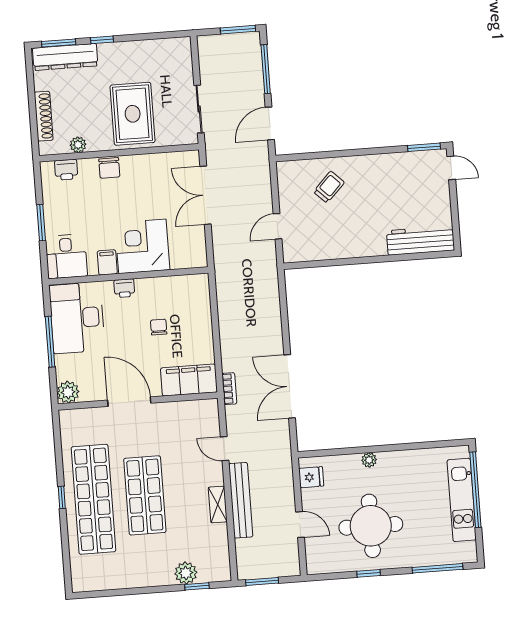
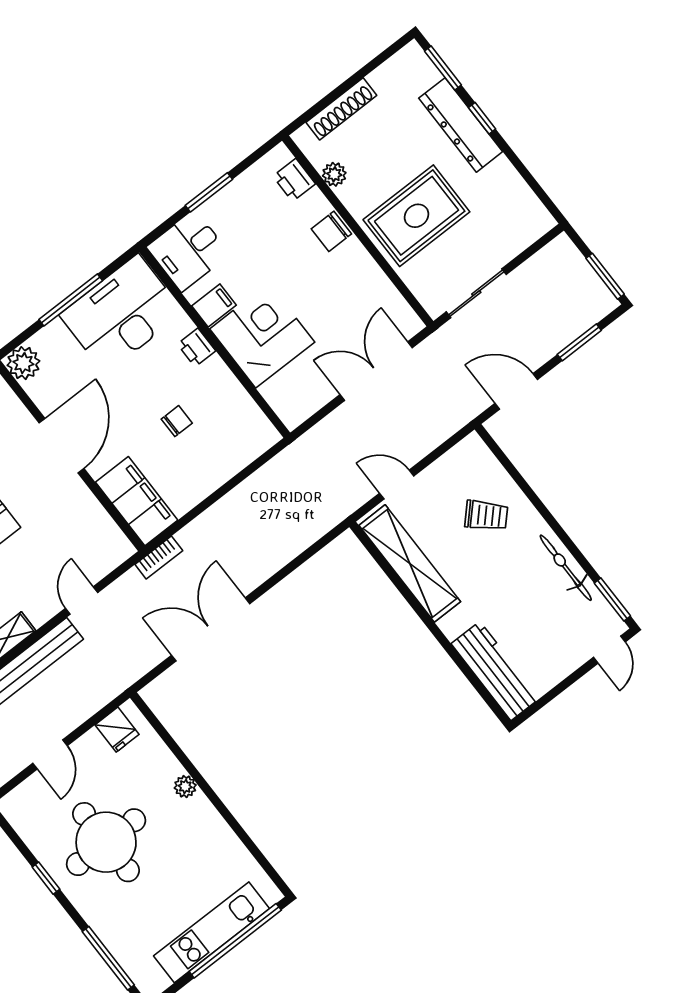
dresser: (65, 57) -> (461, 125), moved
window: (266, 69) -> (579, 342), width x0.69
bicycle: (388, 162) -> (566, 568), added
shelving: (327, 249) -> (410, 563), added

